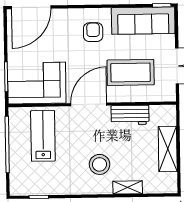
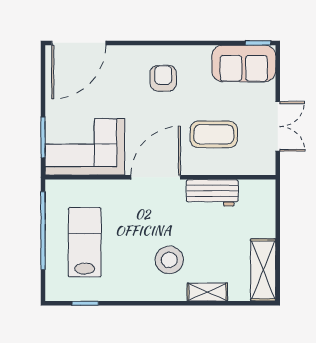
sofa: (143, 21) -> (244, 63), width x0.73
coffee table: (131, 72) -> (214, 134), width x0.73, depth x0.76
lab bench: (43, 136) -> (85, 242), moved
shelving: (168, 149) -> (263, 270), moved

